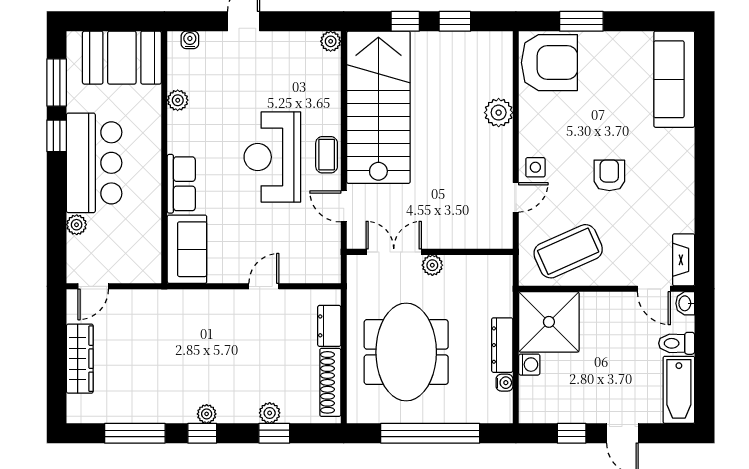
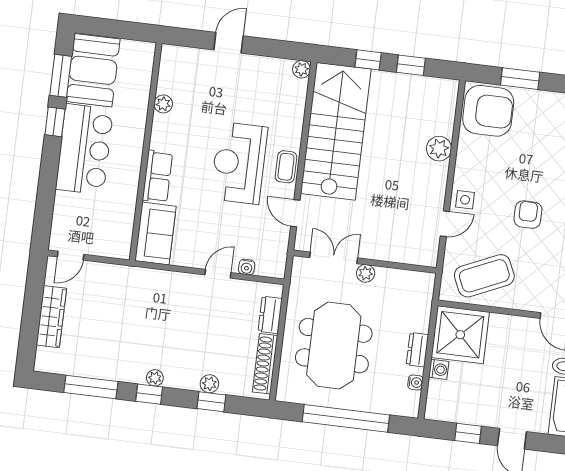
water cooler: (190, 40) -> (247, 267), moved, turned 180
booth: (122, 58) -> (93, 70), moved, turned 90
plant: (77, 225) -> (63, 201), removed
dresser: (502, 345) -> (417, 350), width x0.70

